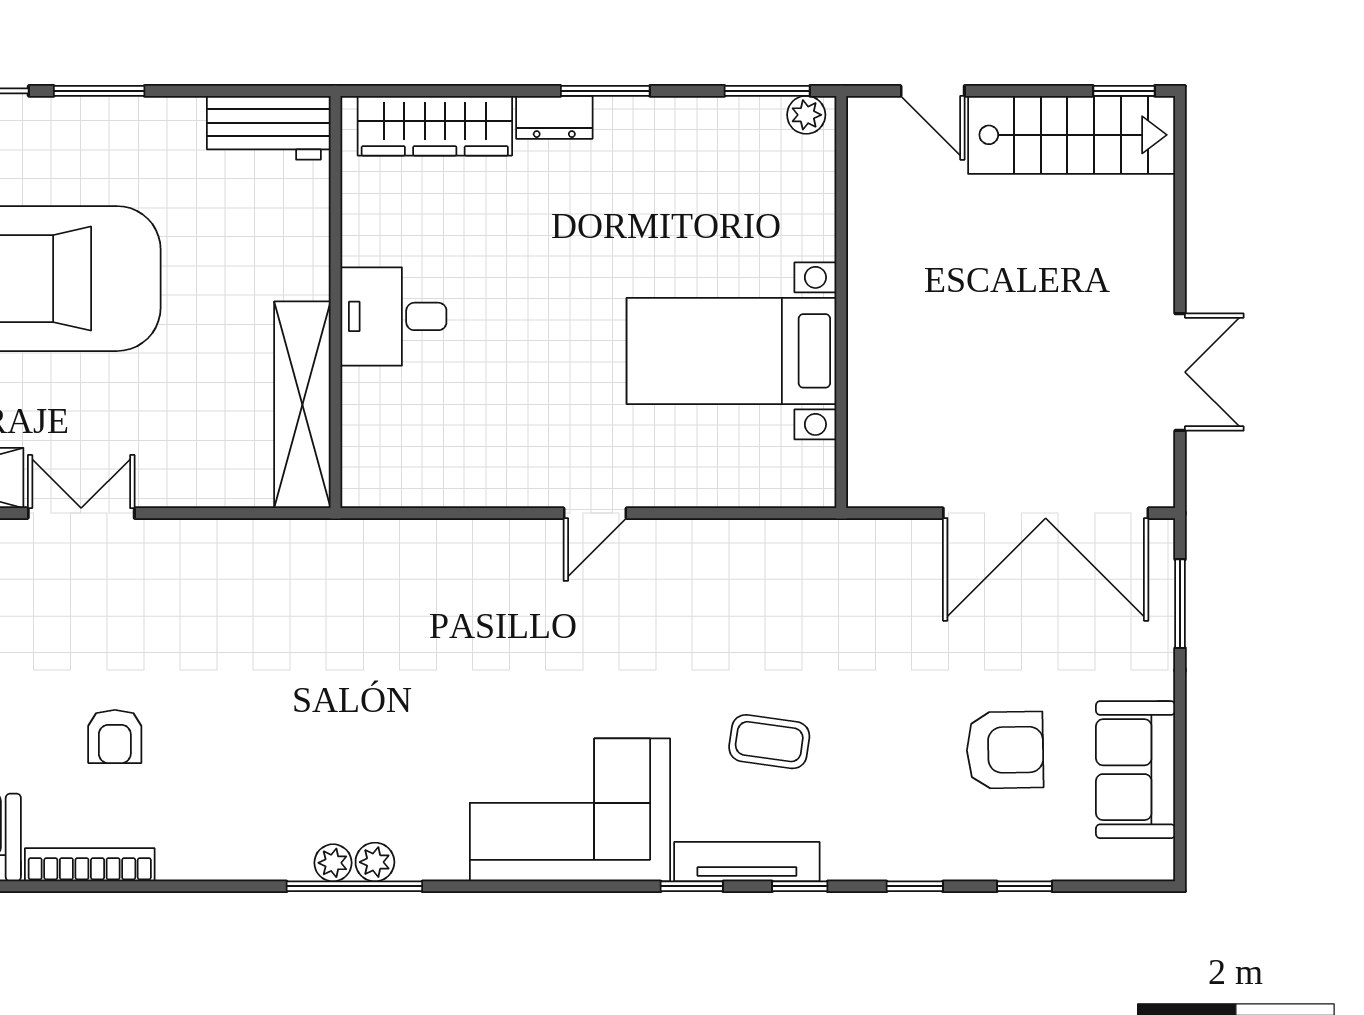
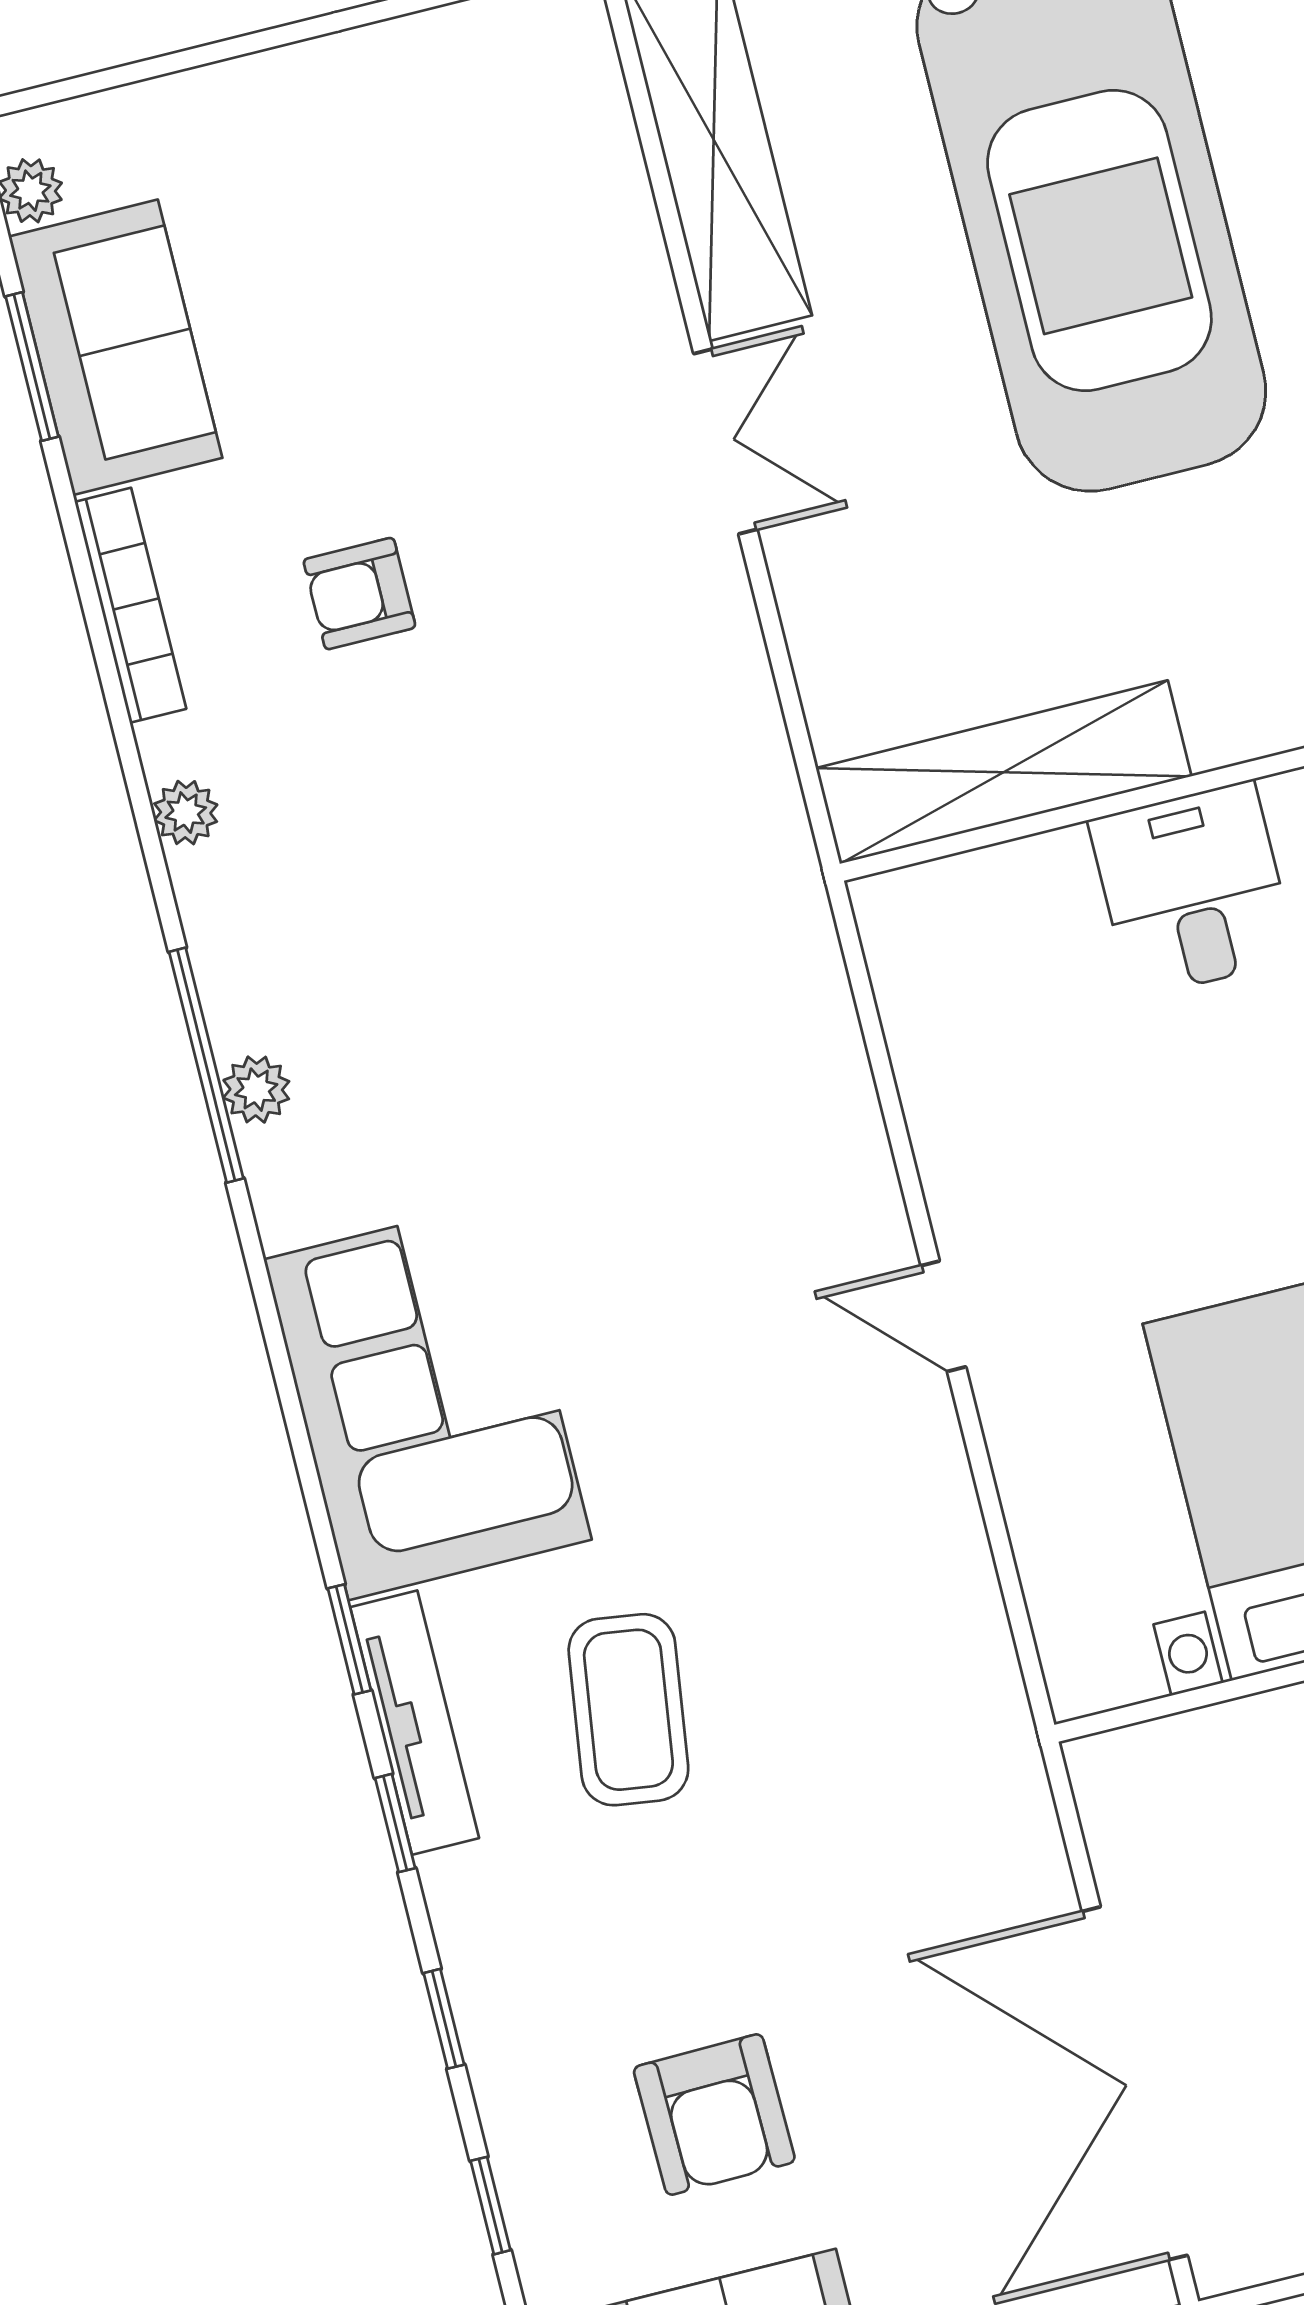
coffee table: (769, 742) -> (628, 1710), width x1.36, depth x1.30
plant: (333, 863) -> (186, 813), moved

